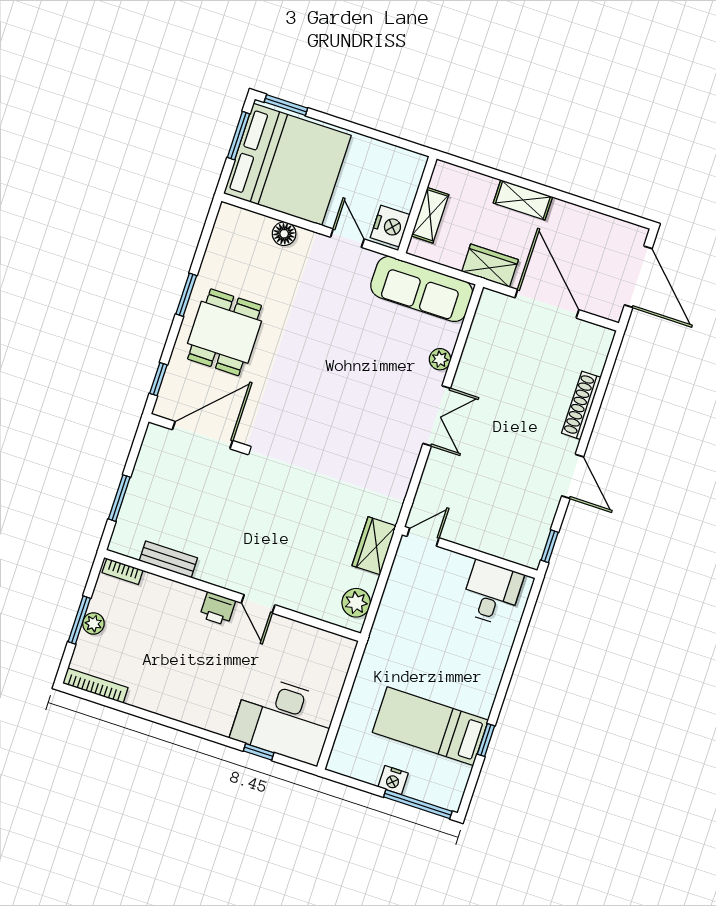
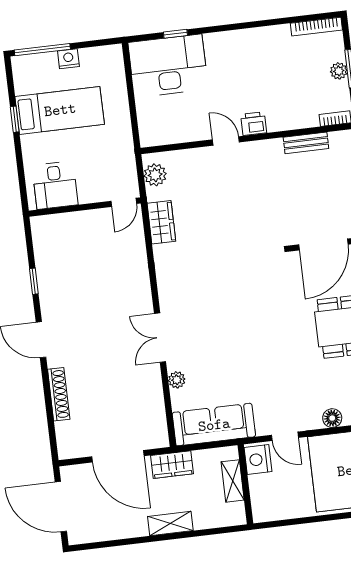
door: (423, 537) -> (124, 202), moved
wall: (470, 552) -> (85, 207), moved
desk: (492, 593) -> (55, 185), moved

